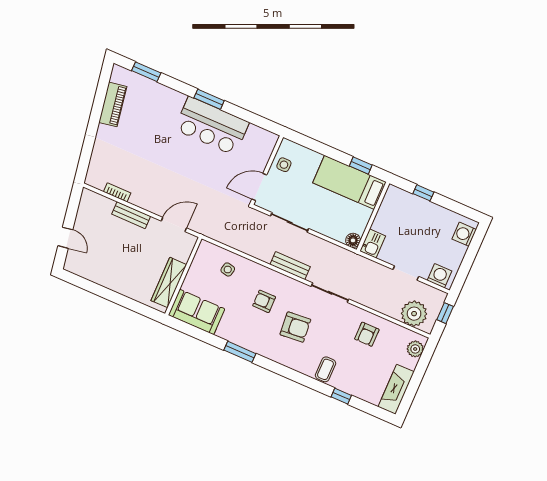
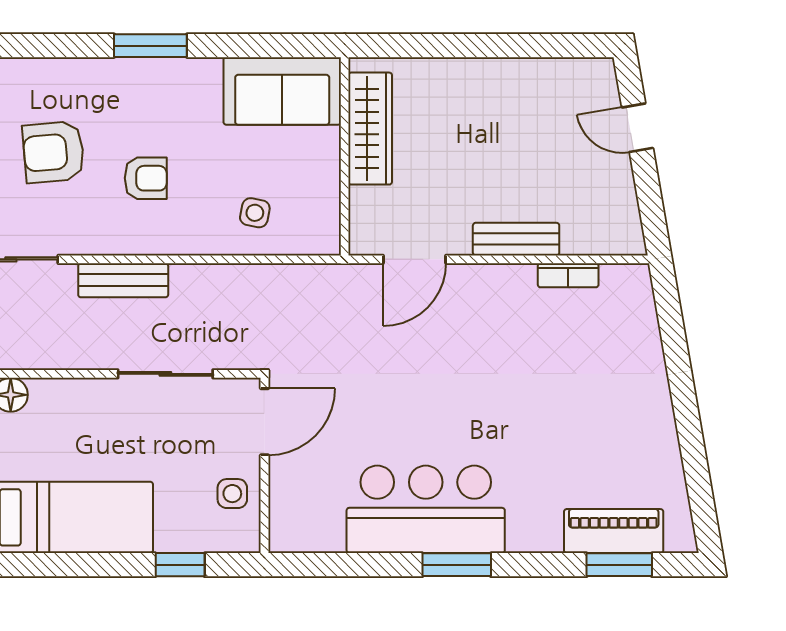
piano: (113, 104) -> (614, 531), moved, turned 100
window: (361, 165) -> (180, 565), moved

